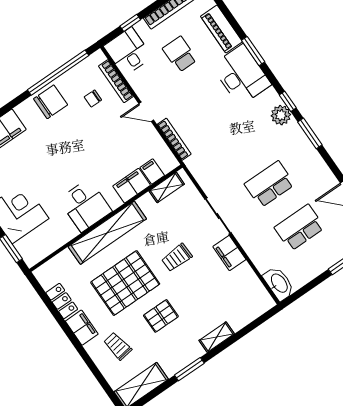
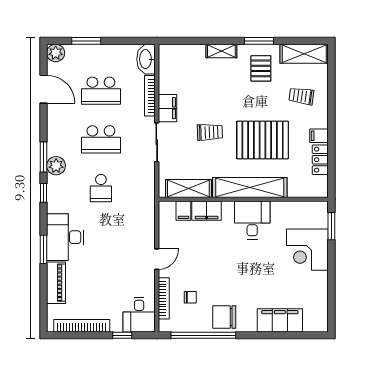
school desk: (180, 54) -> (101, 188), moved
door: (146, 112) -> (157, 259), hinge flipped
plant: (281, 115) -> (56, 166), moved
bookcase: (174, 139) -> (150, 96), moved
shelving: (167, 187) -> (188, 189), width x1.50, depth x1.33
pallet: (161, 316) -> (261, 68), moved, turned 90
filing cabinet: (82, 328) -> (319, 136), width x0.50
trolley: (118, 346) -> (301, 96), turned 107

